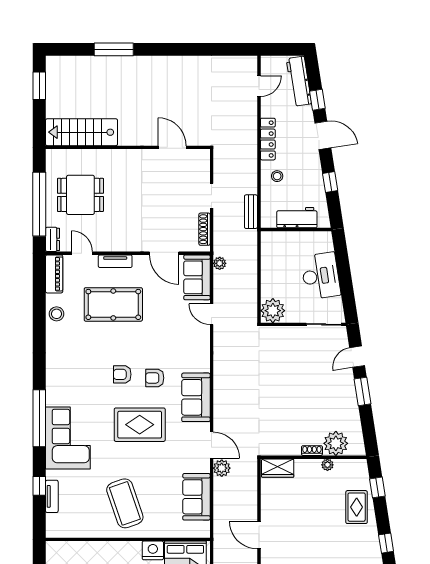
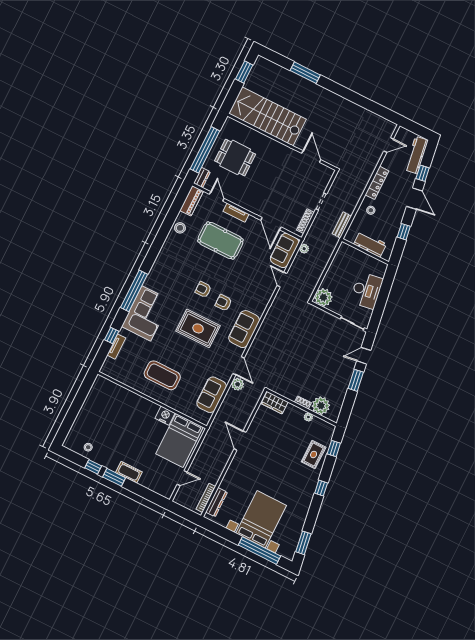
stairs: (82, 132) -> (267, 116), width x1.36, depth x1.51
coffee table: (125, 503) -> (162, 375), turned -71

